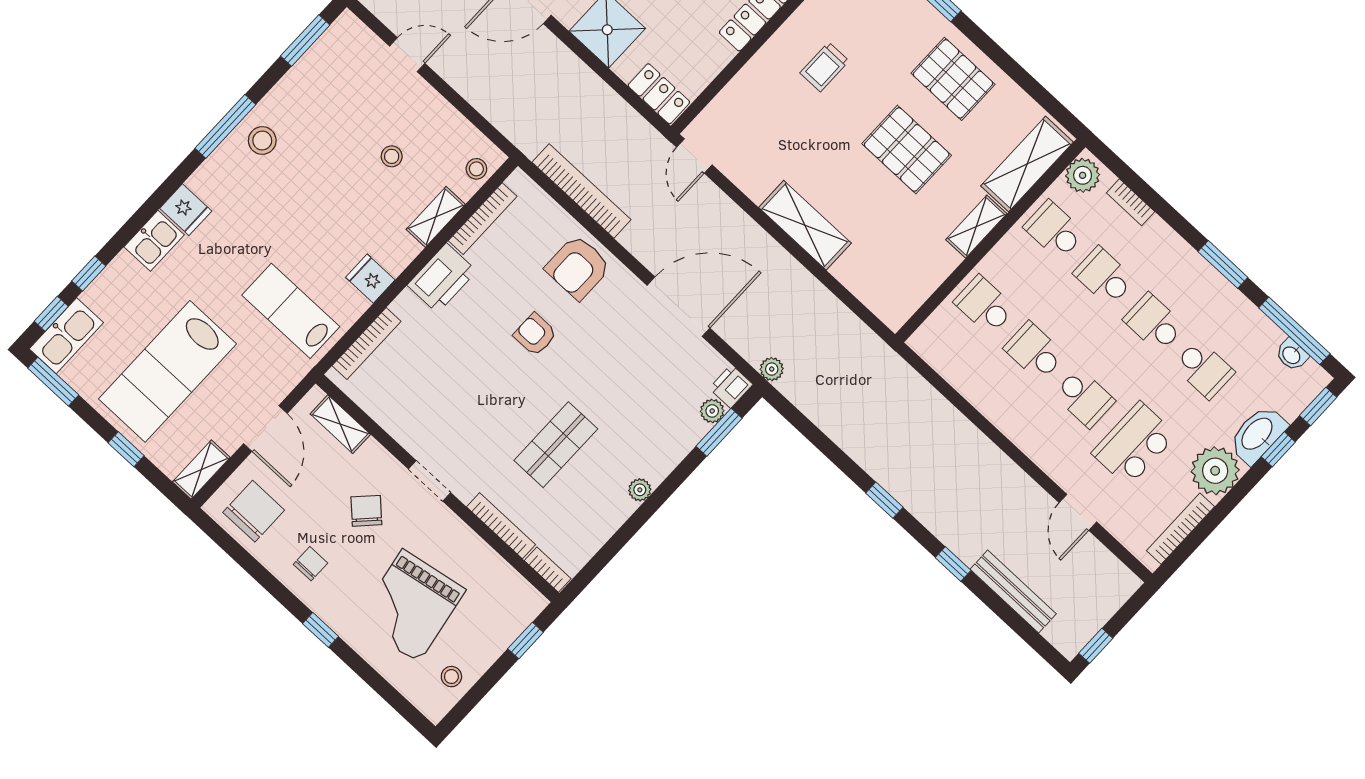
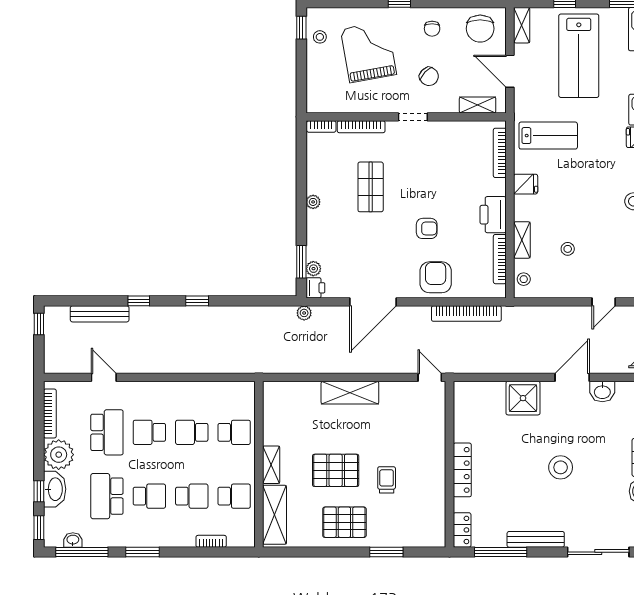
trolley: (824, 67) -> (387, 480), moved
locker: (659, 94) -> (472, 391), removed
plant: (1083, 175) -> (244, 533), removed
school desk: (1034, 351) -> (192, 432), turned 180
school desk: (1204, 369) -> (107, 496), width x1.85
lab bench: (168, 371) -> (579, 56), turned 180
window: (526, 641) -> (301, 28), moved

